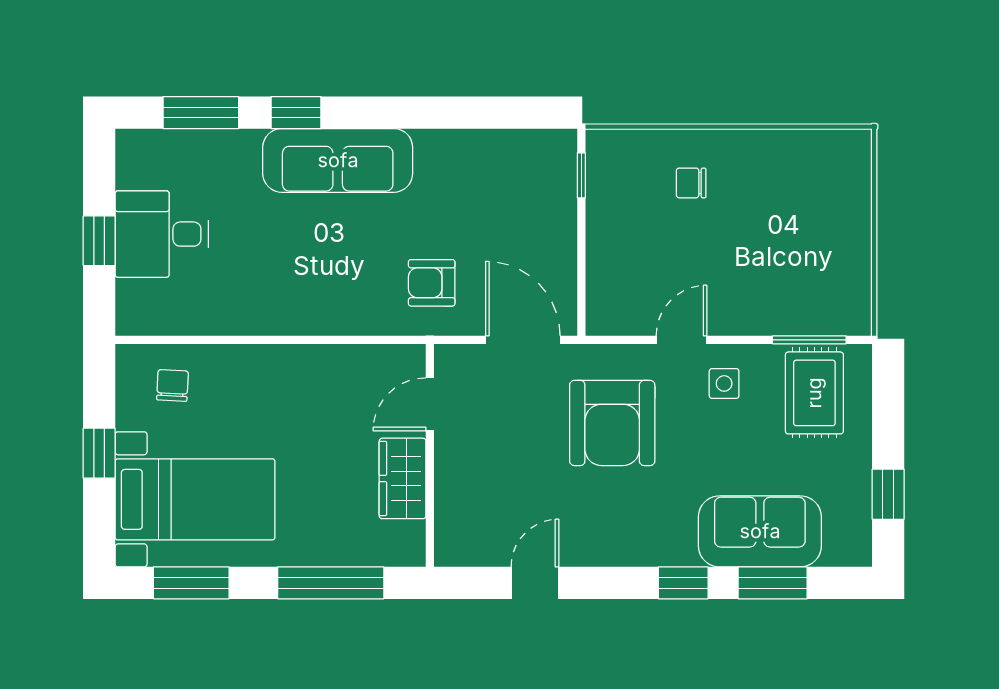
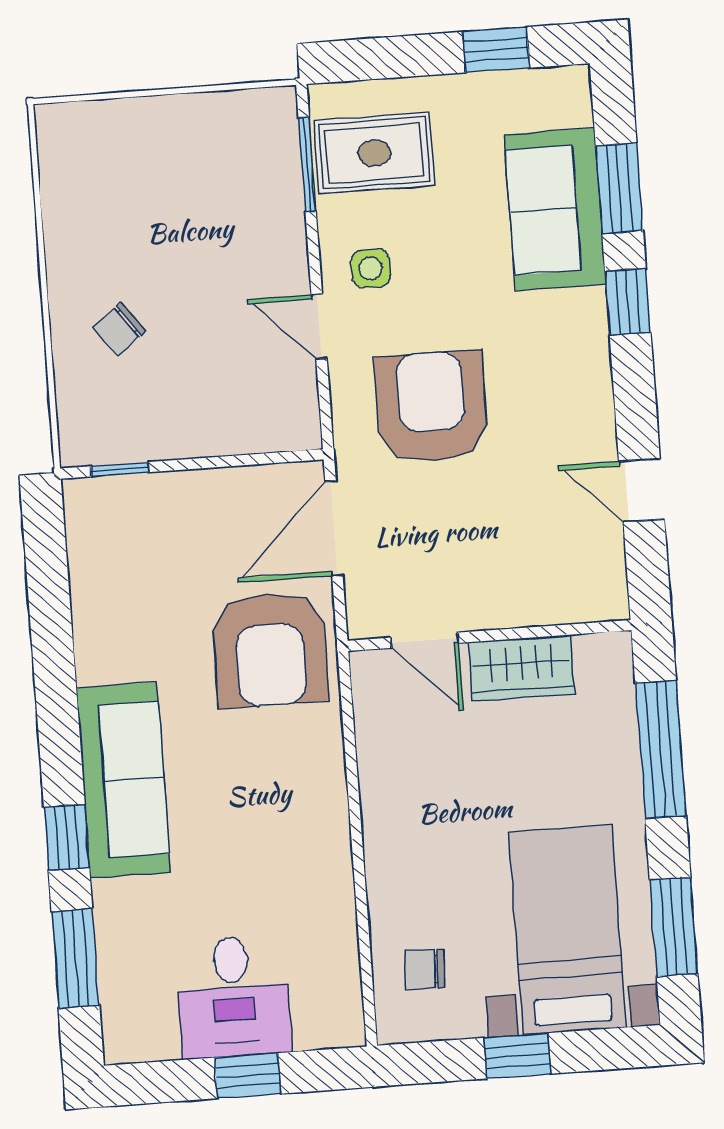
chair: (691, 183) -> (119, 329), turned 53
armchair: (432, 283) -> (270, 649), width x1.88, depth x1.88
armchair: (612, 423) -> (431, 407), turned -90

